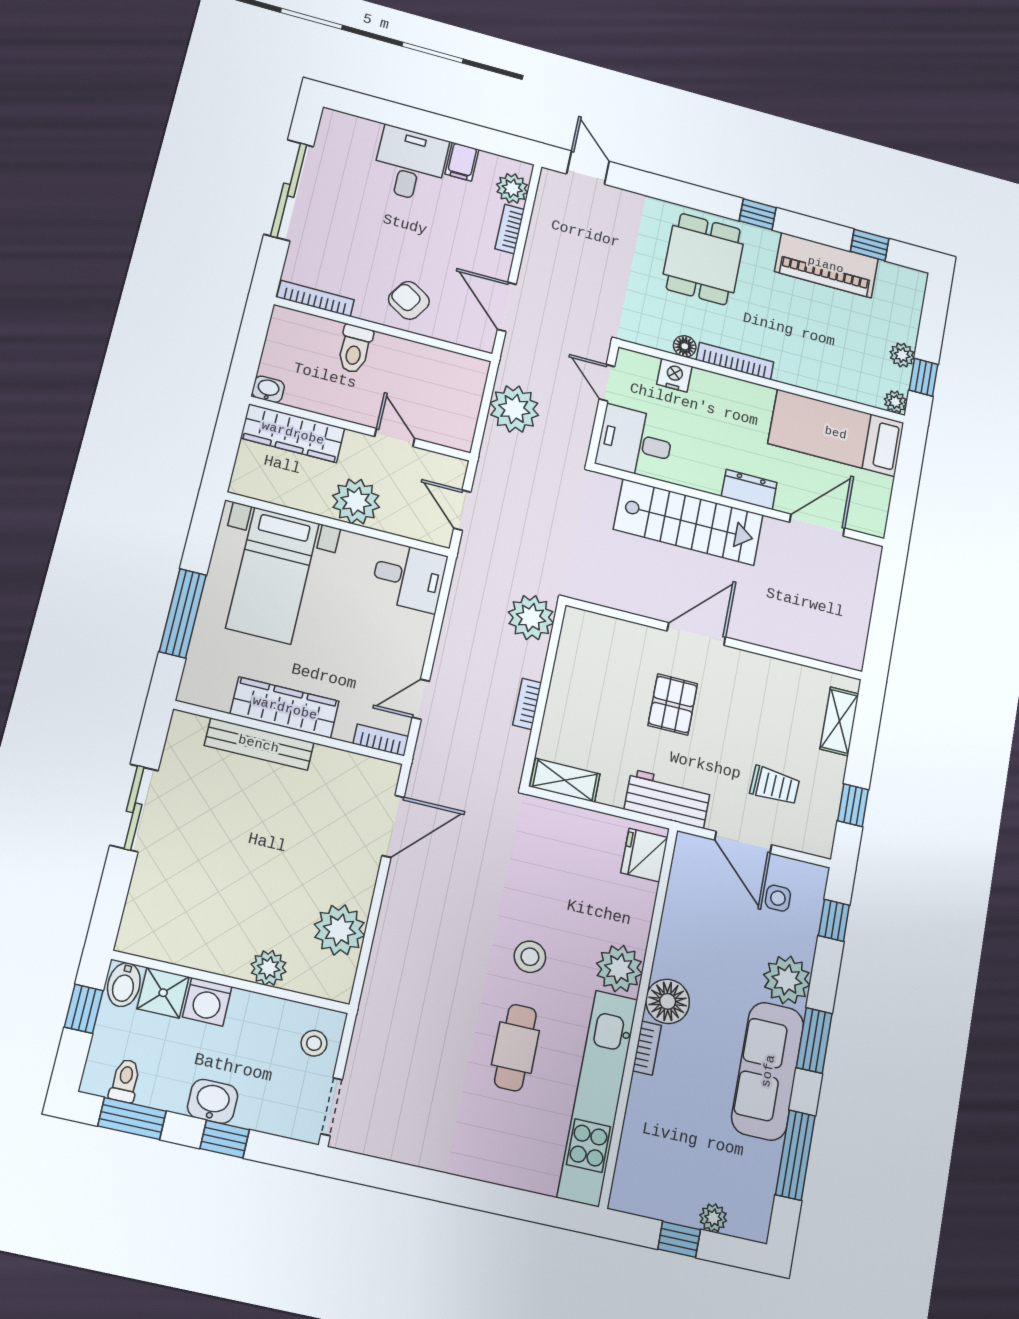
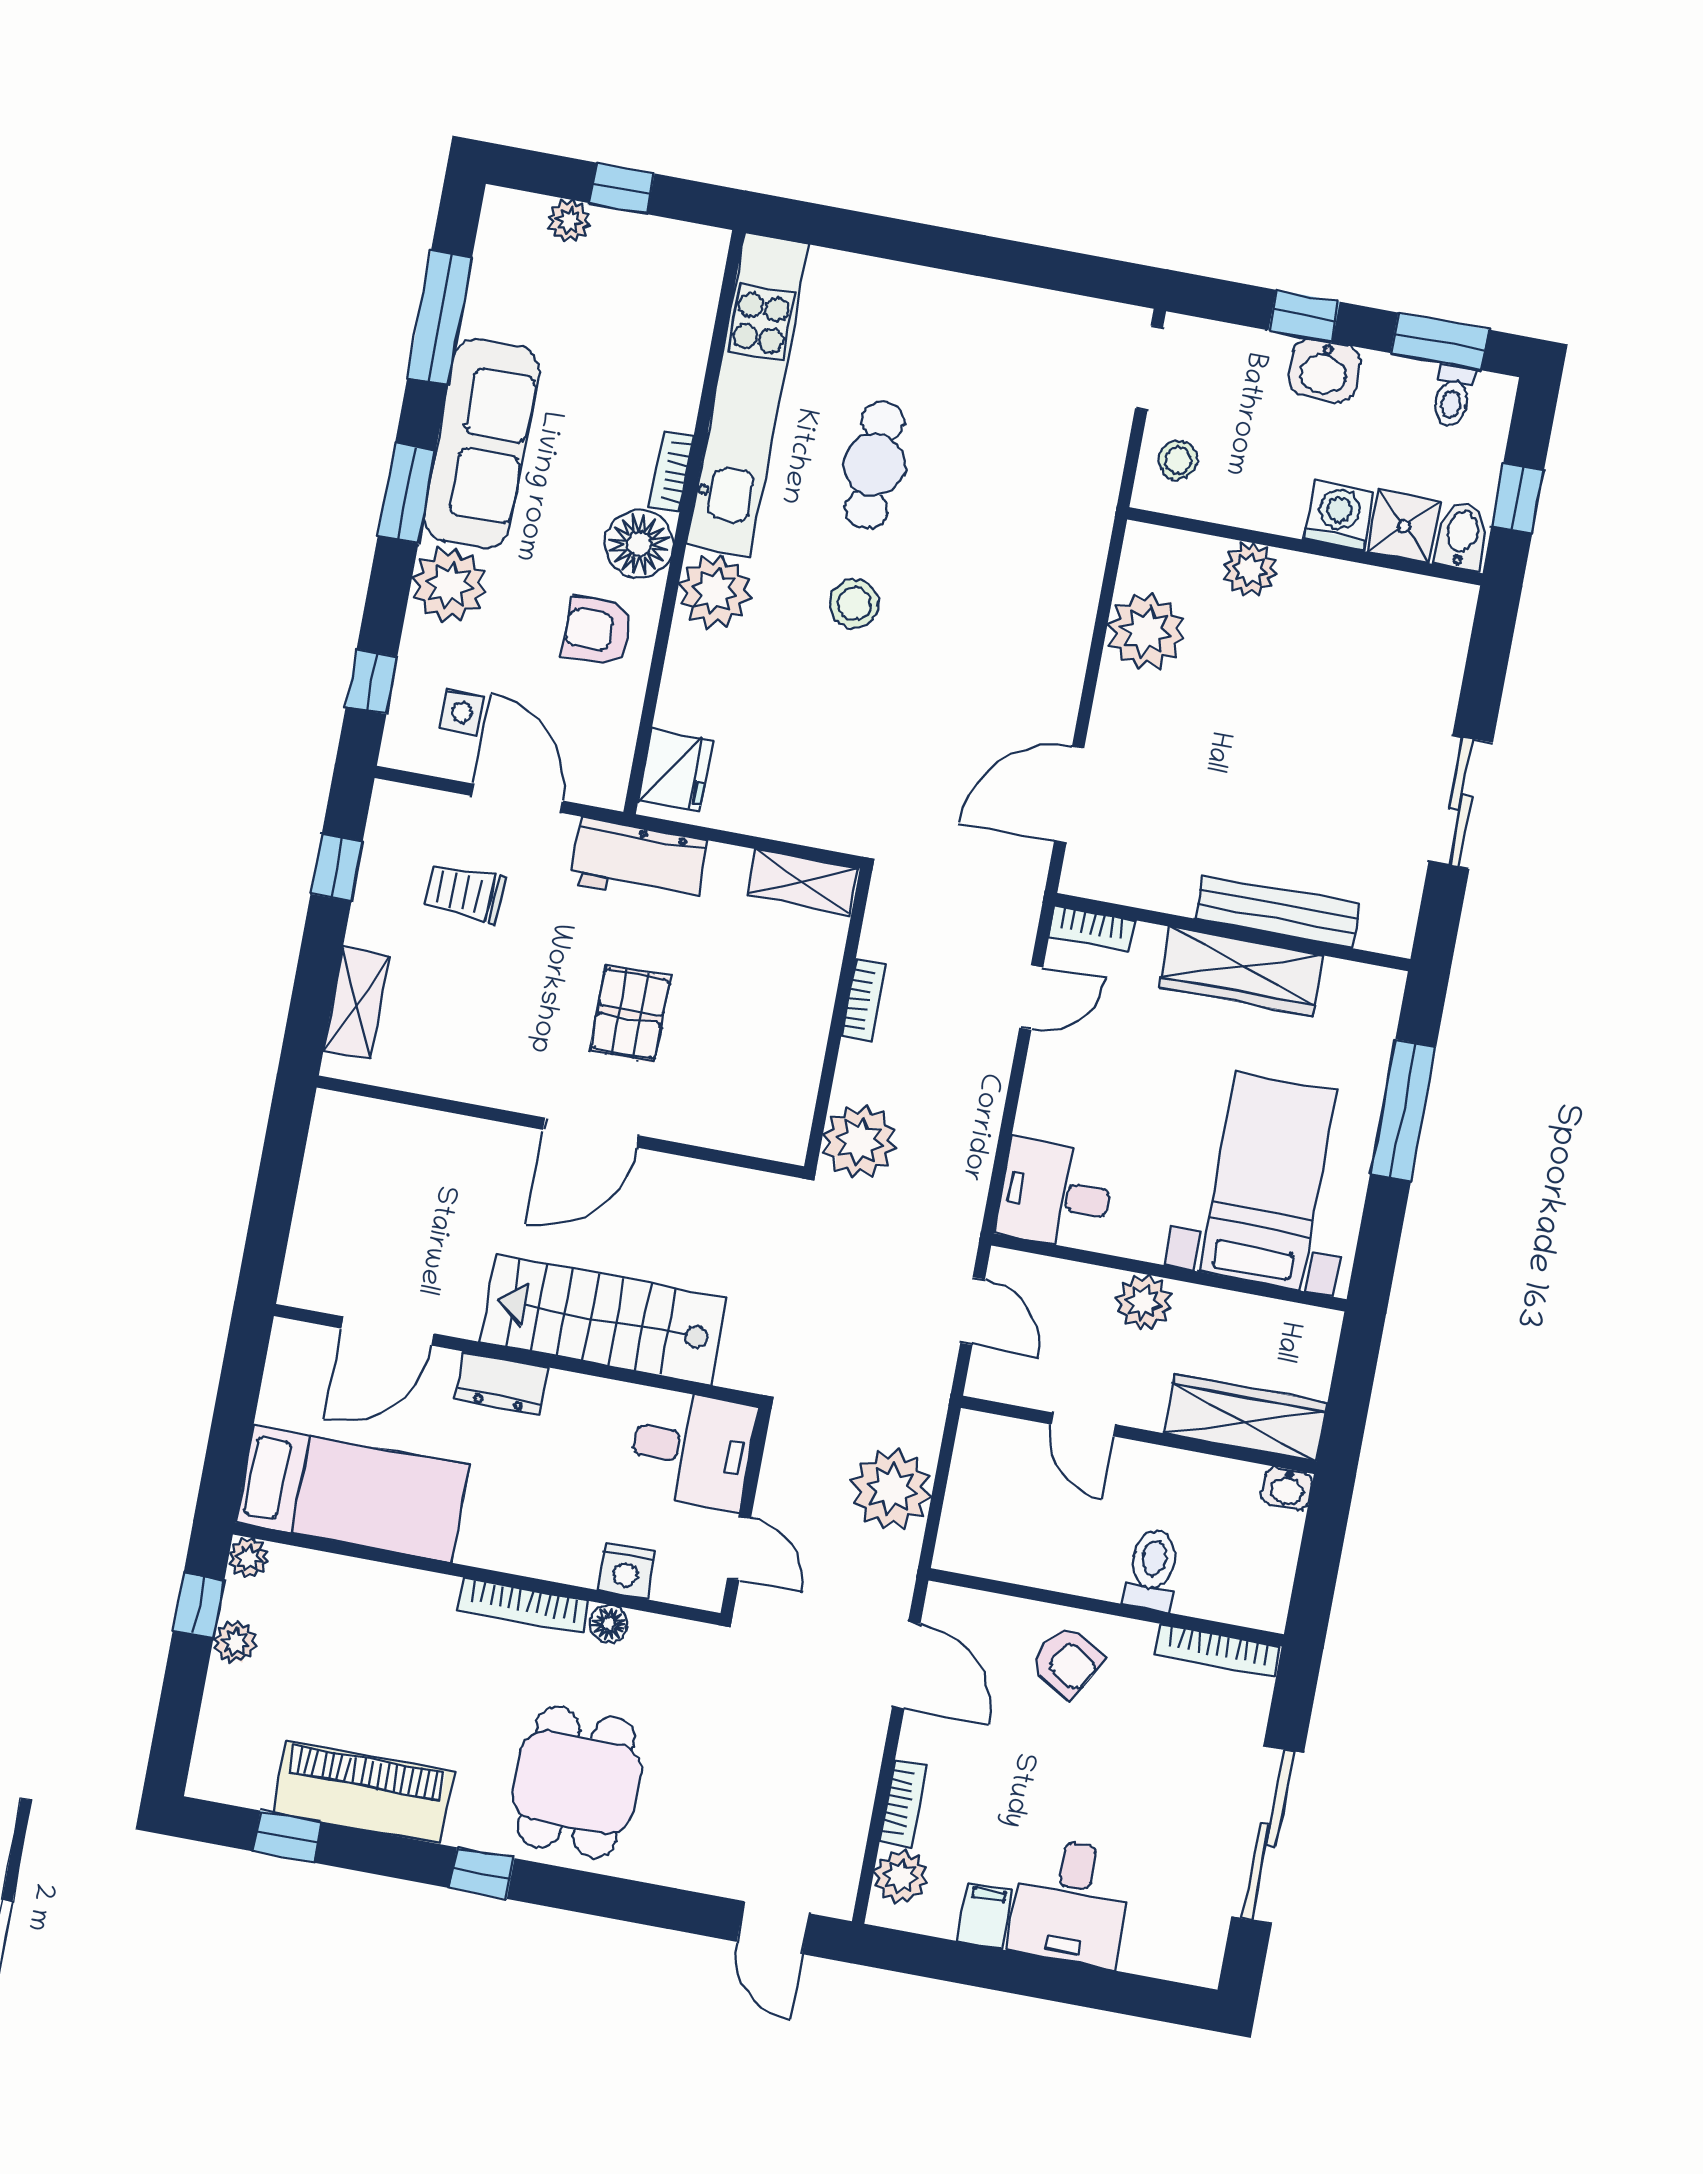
plant: (356, 501) -> (1144, 1302), width x0.73, depth x0.73
armchair: (693, 946) -> (598, 631), added

